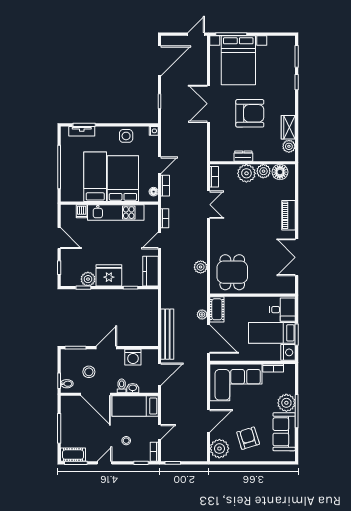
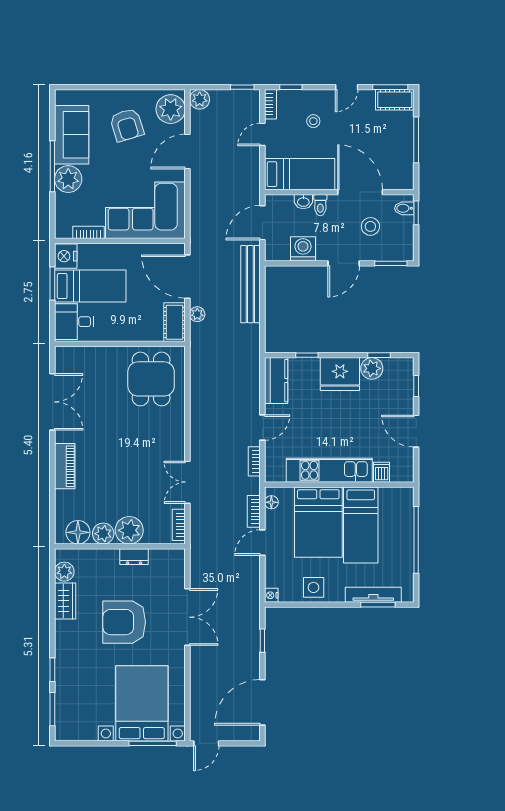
double door: (209, 104) -> (187, 617), moved
tv unit: (82, 131) -> (373, 595), width x1.41
plant: (201, 267) -> (200, 99), moved

